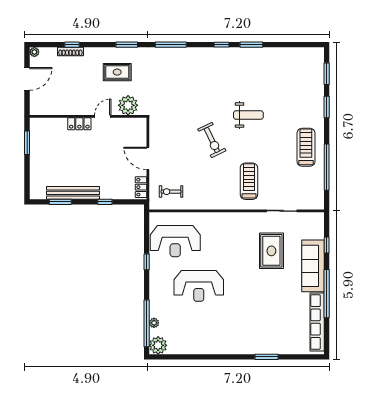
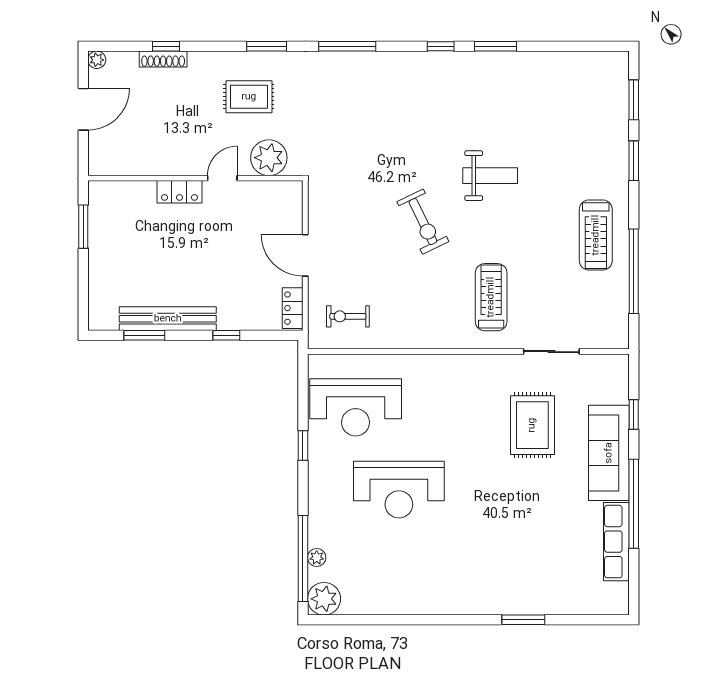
treadmill: (306, 147) -> (596, 235), turned 180
row of seats: (317, 322) -> (616, 542), width x0.73

